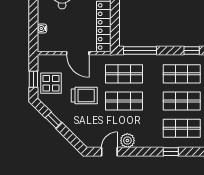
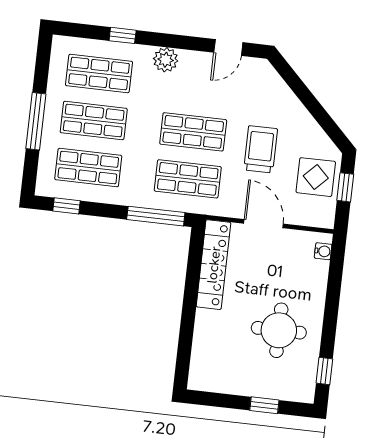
water cooler: (42, 28) -> (323, 251), moved
trolley: (84, 95) -> (261, 149), turned 90
window: (53, 120) -> (319, 113), removed
plant: (127, 140) -> (166, 60), moved

